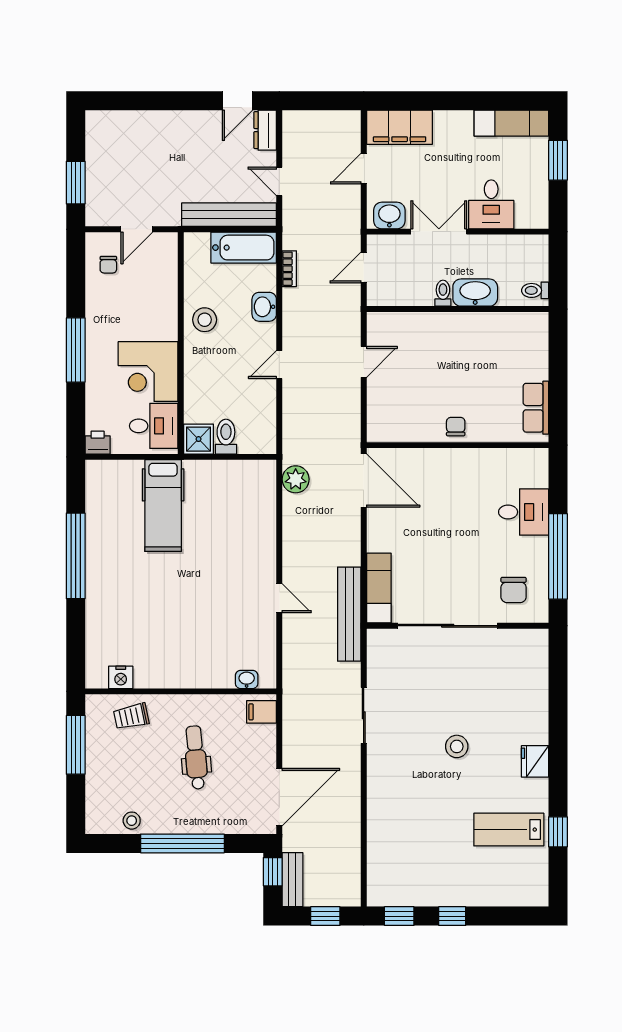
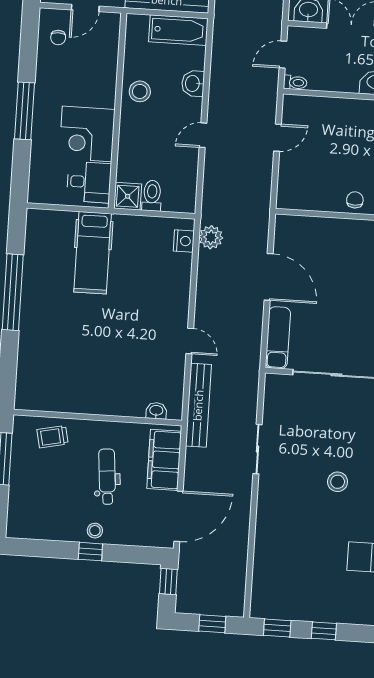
bookcase: (289, 269) -> (217, 51), removed
toilet: (443, 293) -> (295, 83), moved, turned 90
printer: (98, 443) -> (39, 194), removed
door: (364, 481) -> (269, 277), moved
bench: (349, 614) -> (198, 405), moved
nightstand: (121, 677) -> (184, 241), moved, turned -90
filing cabinet: (261, 712) -> (164, 460), width x3.00, depth x1.17
stool: (132, 821) -> (95, 531), moved
window: (182, 843) -> (90, 552), width x0.32
bench: (292, 880) -> (185, 590), removed

